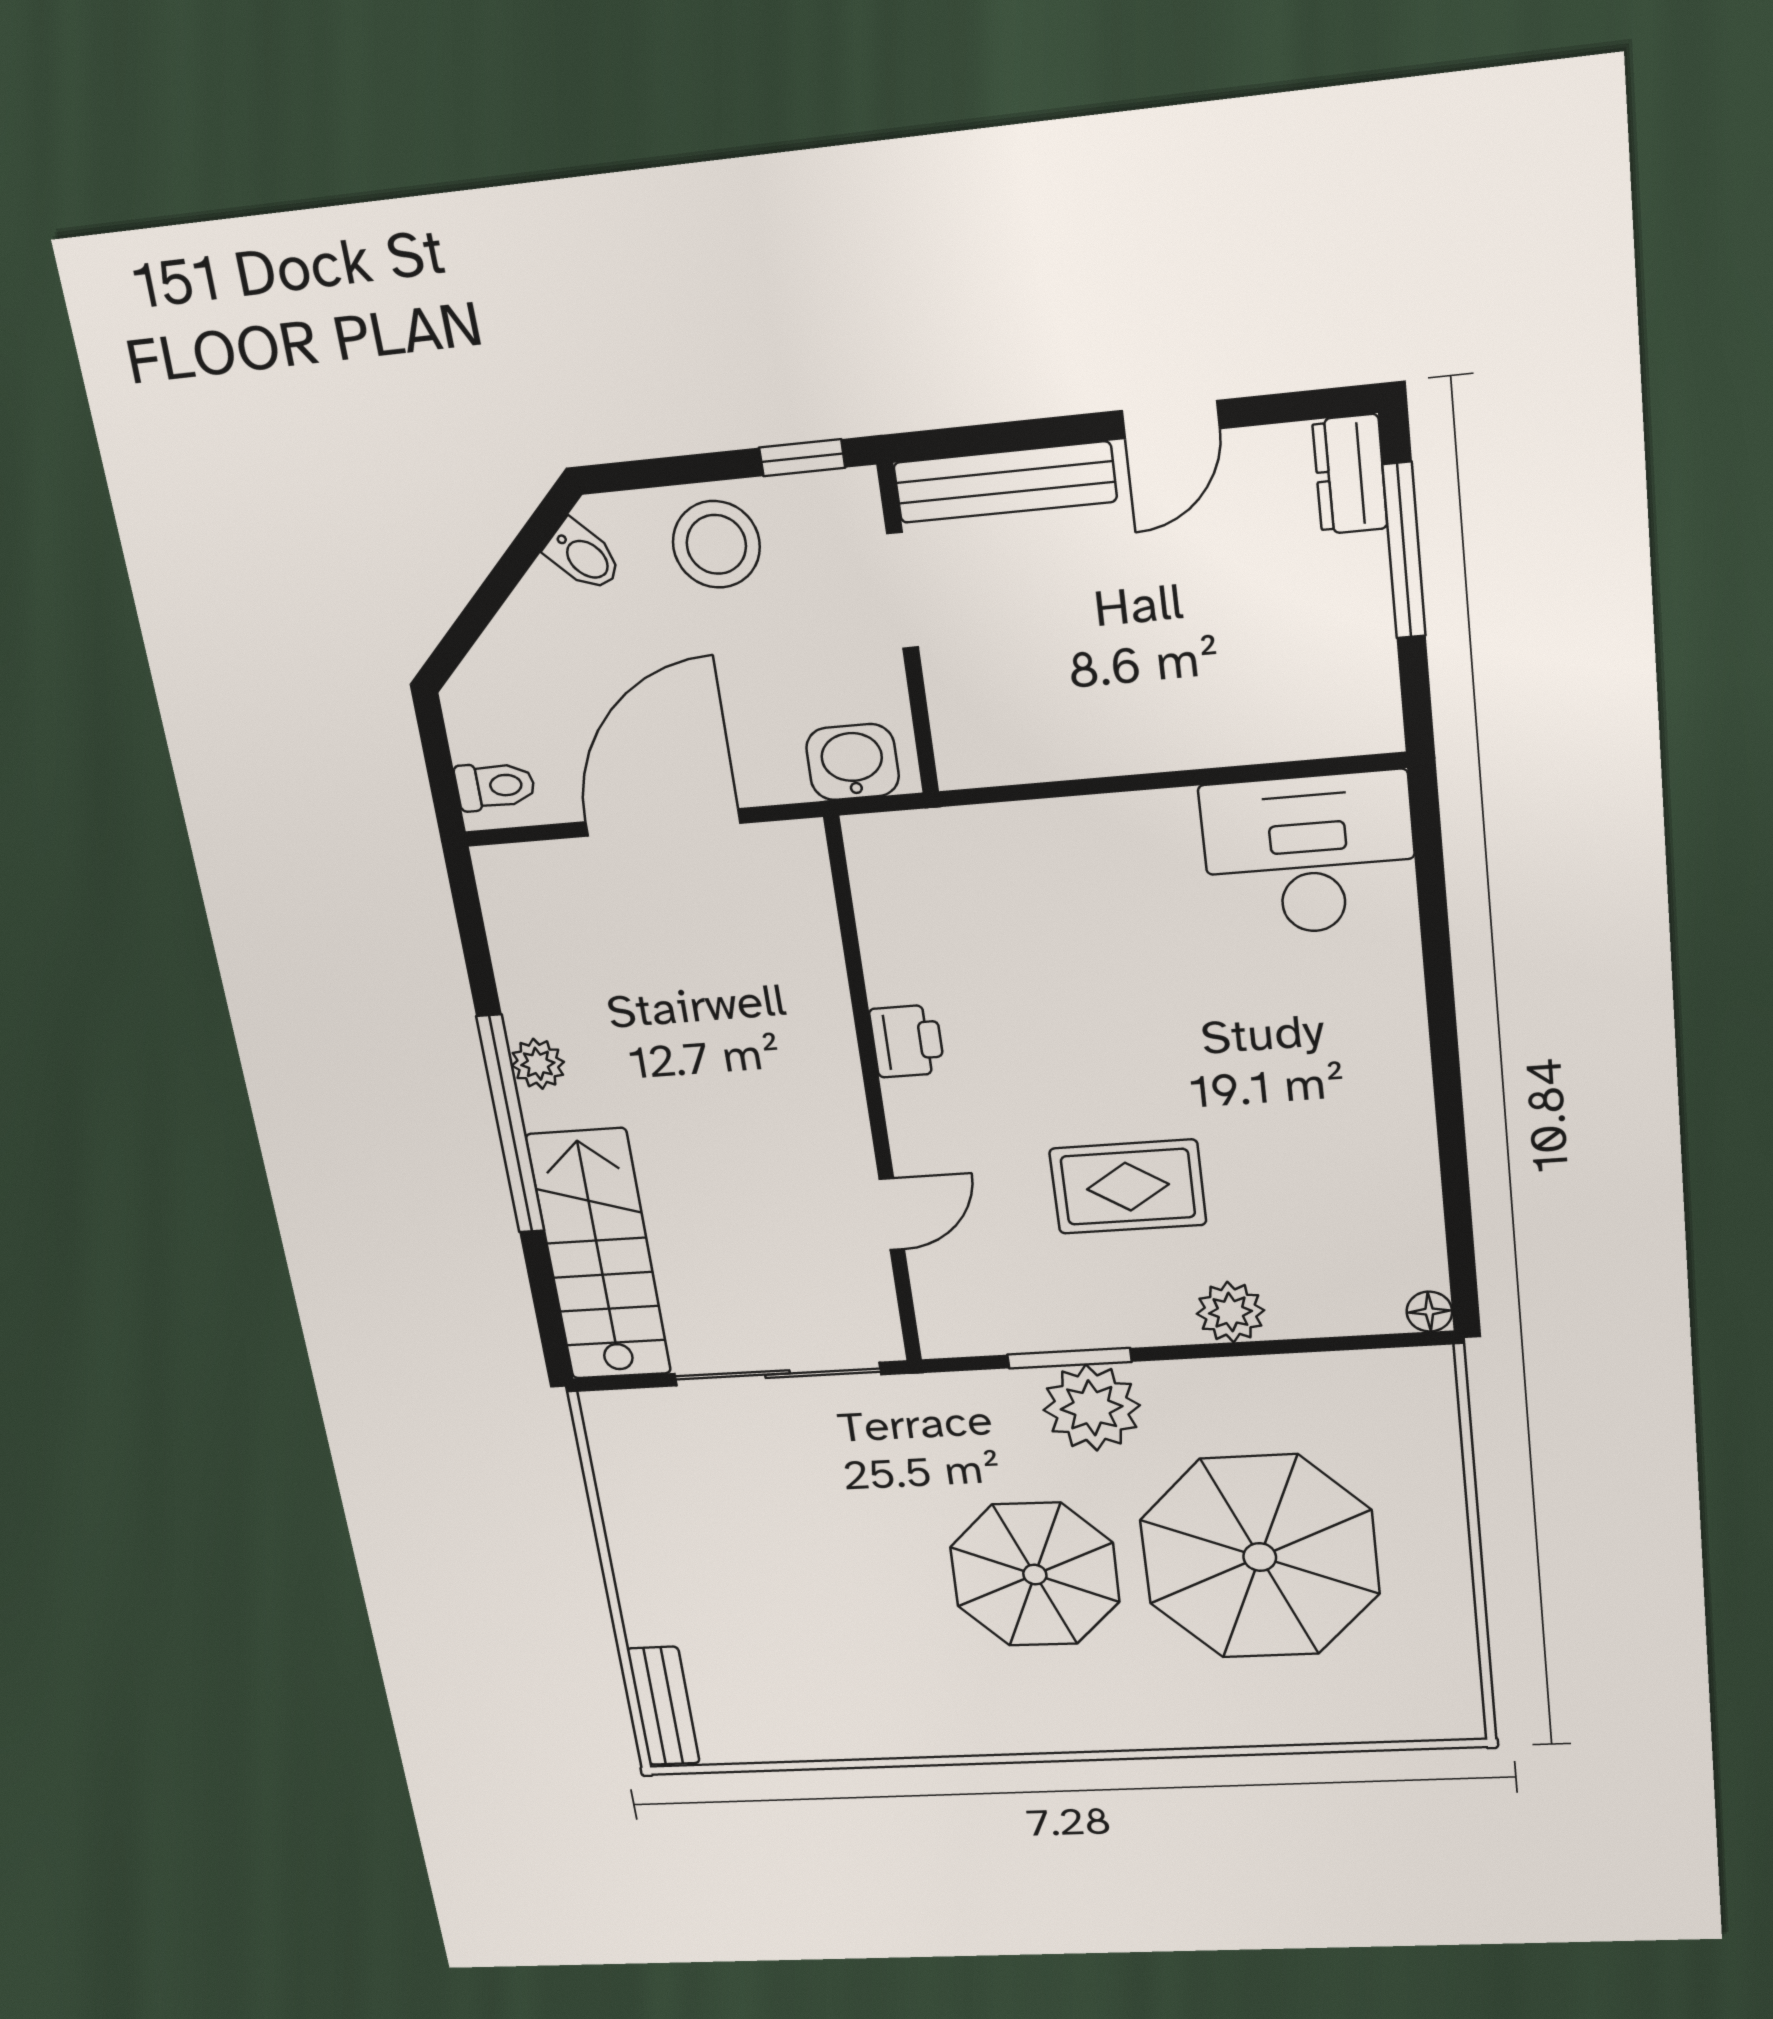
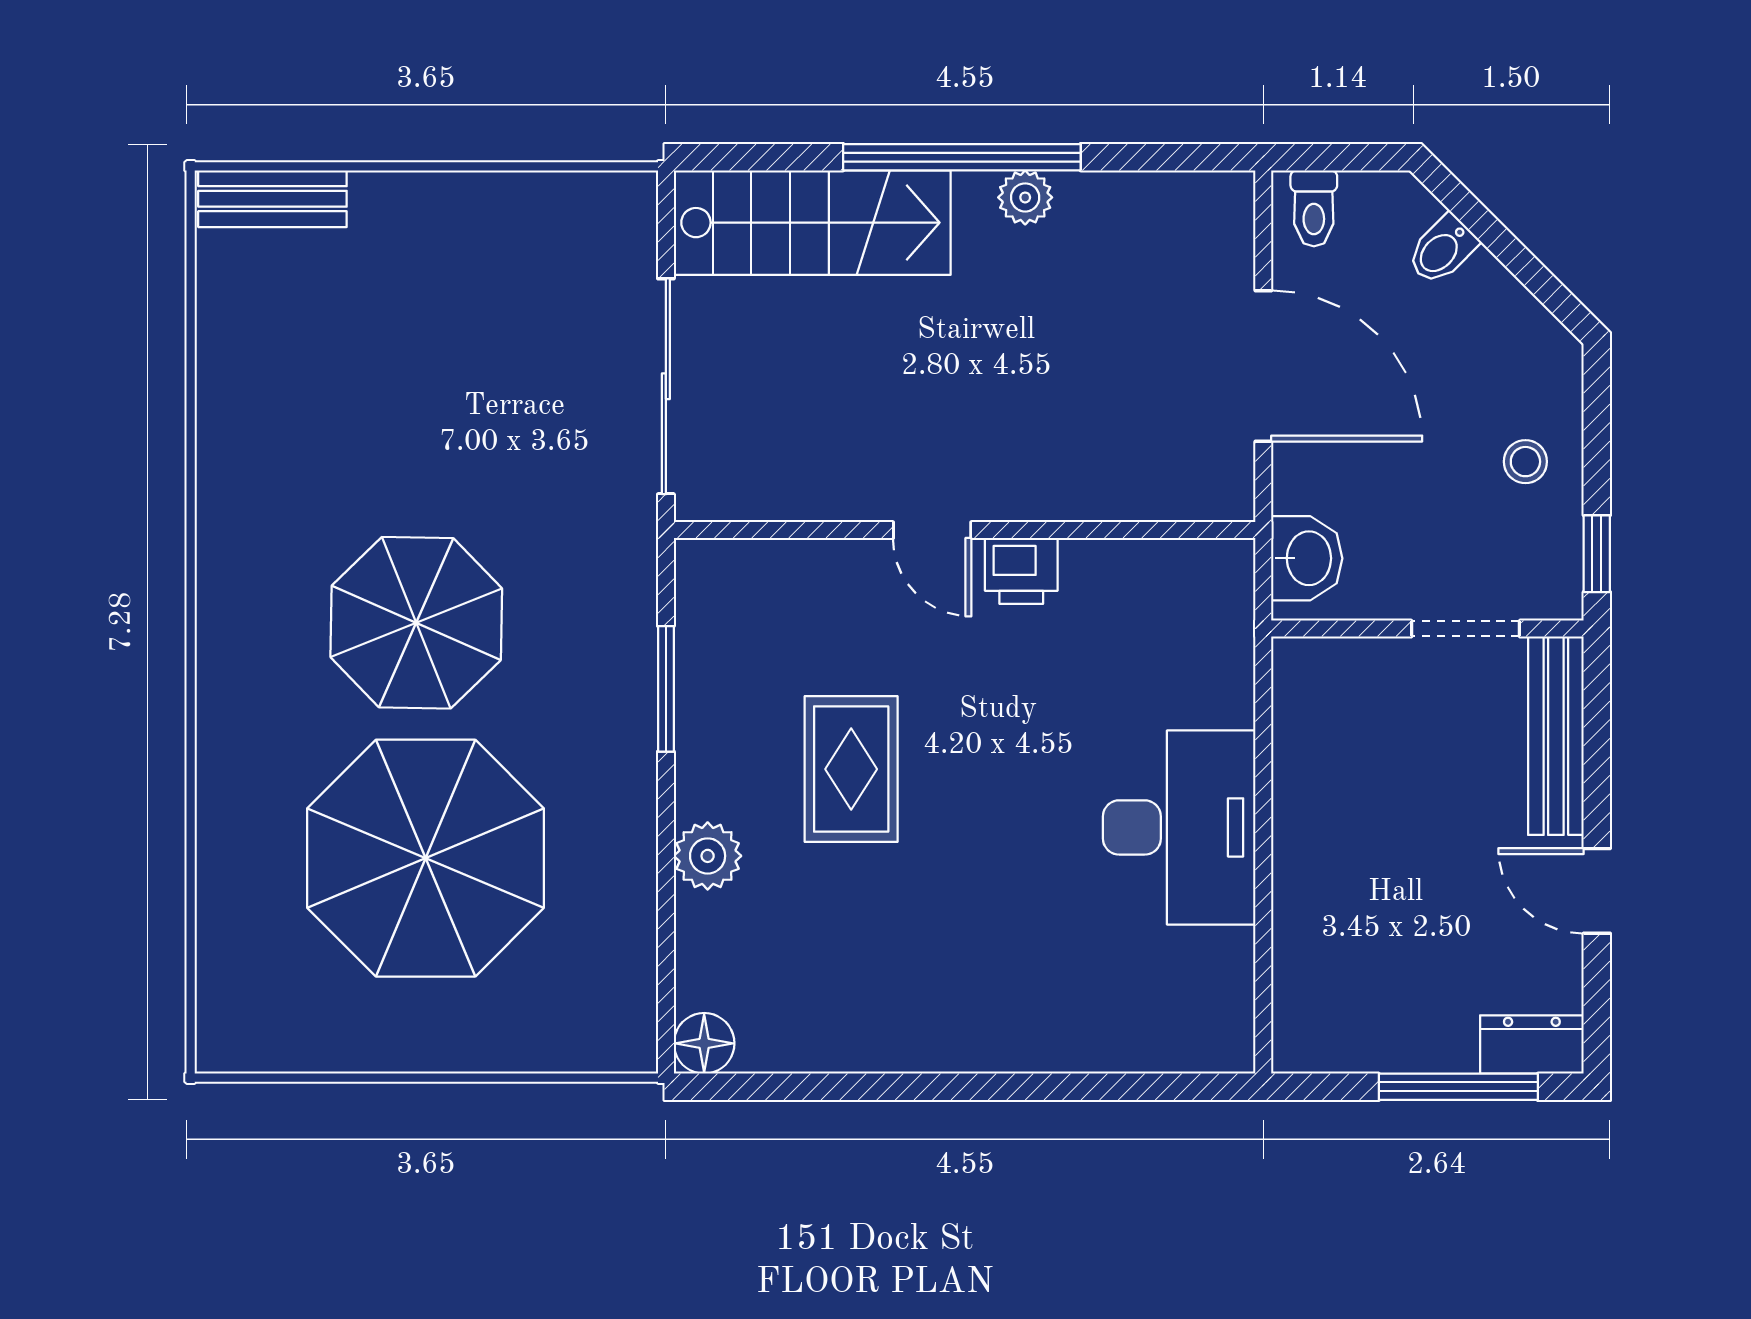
stool: (716, 544) -> (1525, 462), width x0.53, depth x0.53
bidet: (583, 556) -> (1442, 250), moved
desk: (1309, 855) -> (1179, 827), moved
door: (892, 1214) -> (932, 530), moved
floor lamp: (1429, 1312) -> (704, 1043), width x1.37, depth x1.37
plant: (1092, 1408) -> (608, 705), removed

